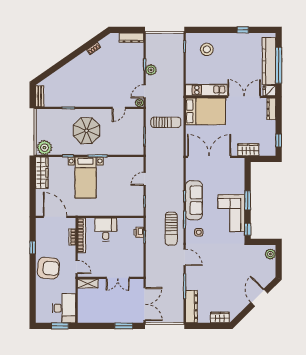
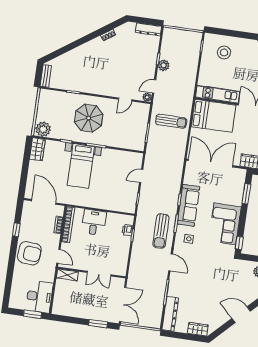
wardrobe: (42, 173) -> (37, 149), width x0.67
window: (248, 200) -> (246, 194), moved
door: (259, 298) -> (241, 315), hinge flipped

